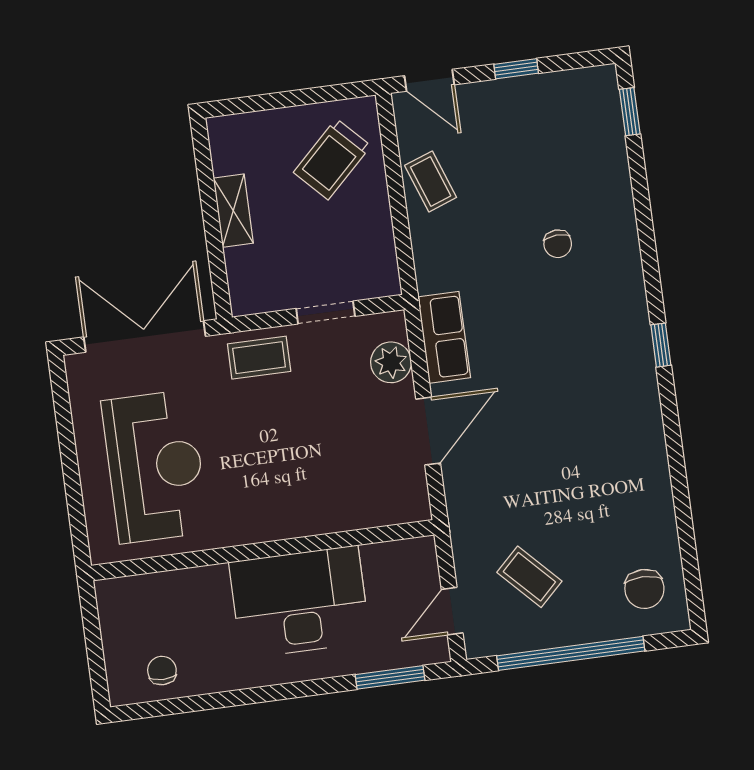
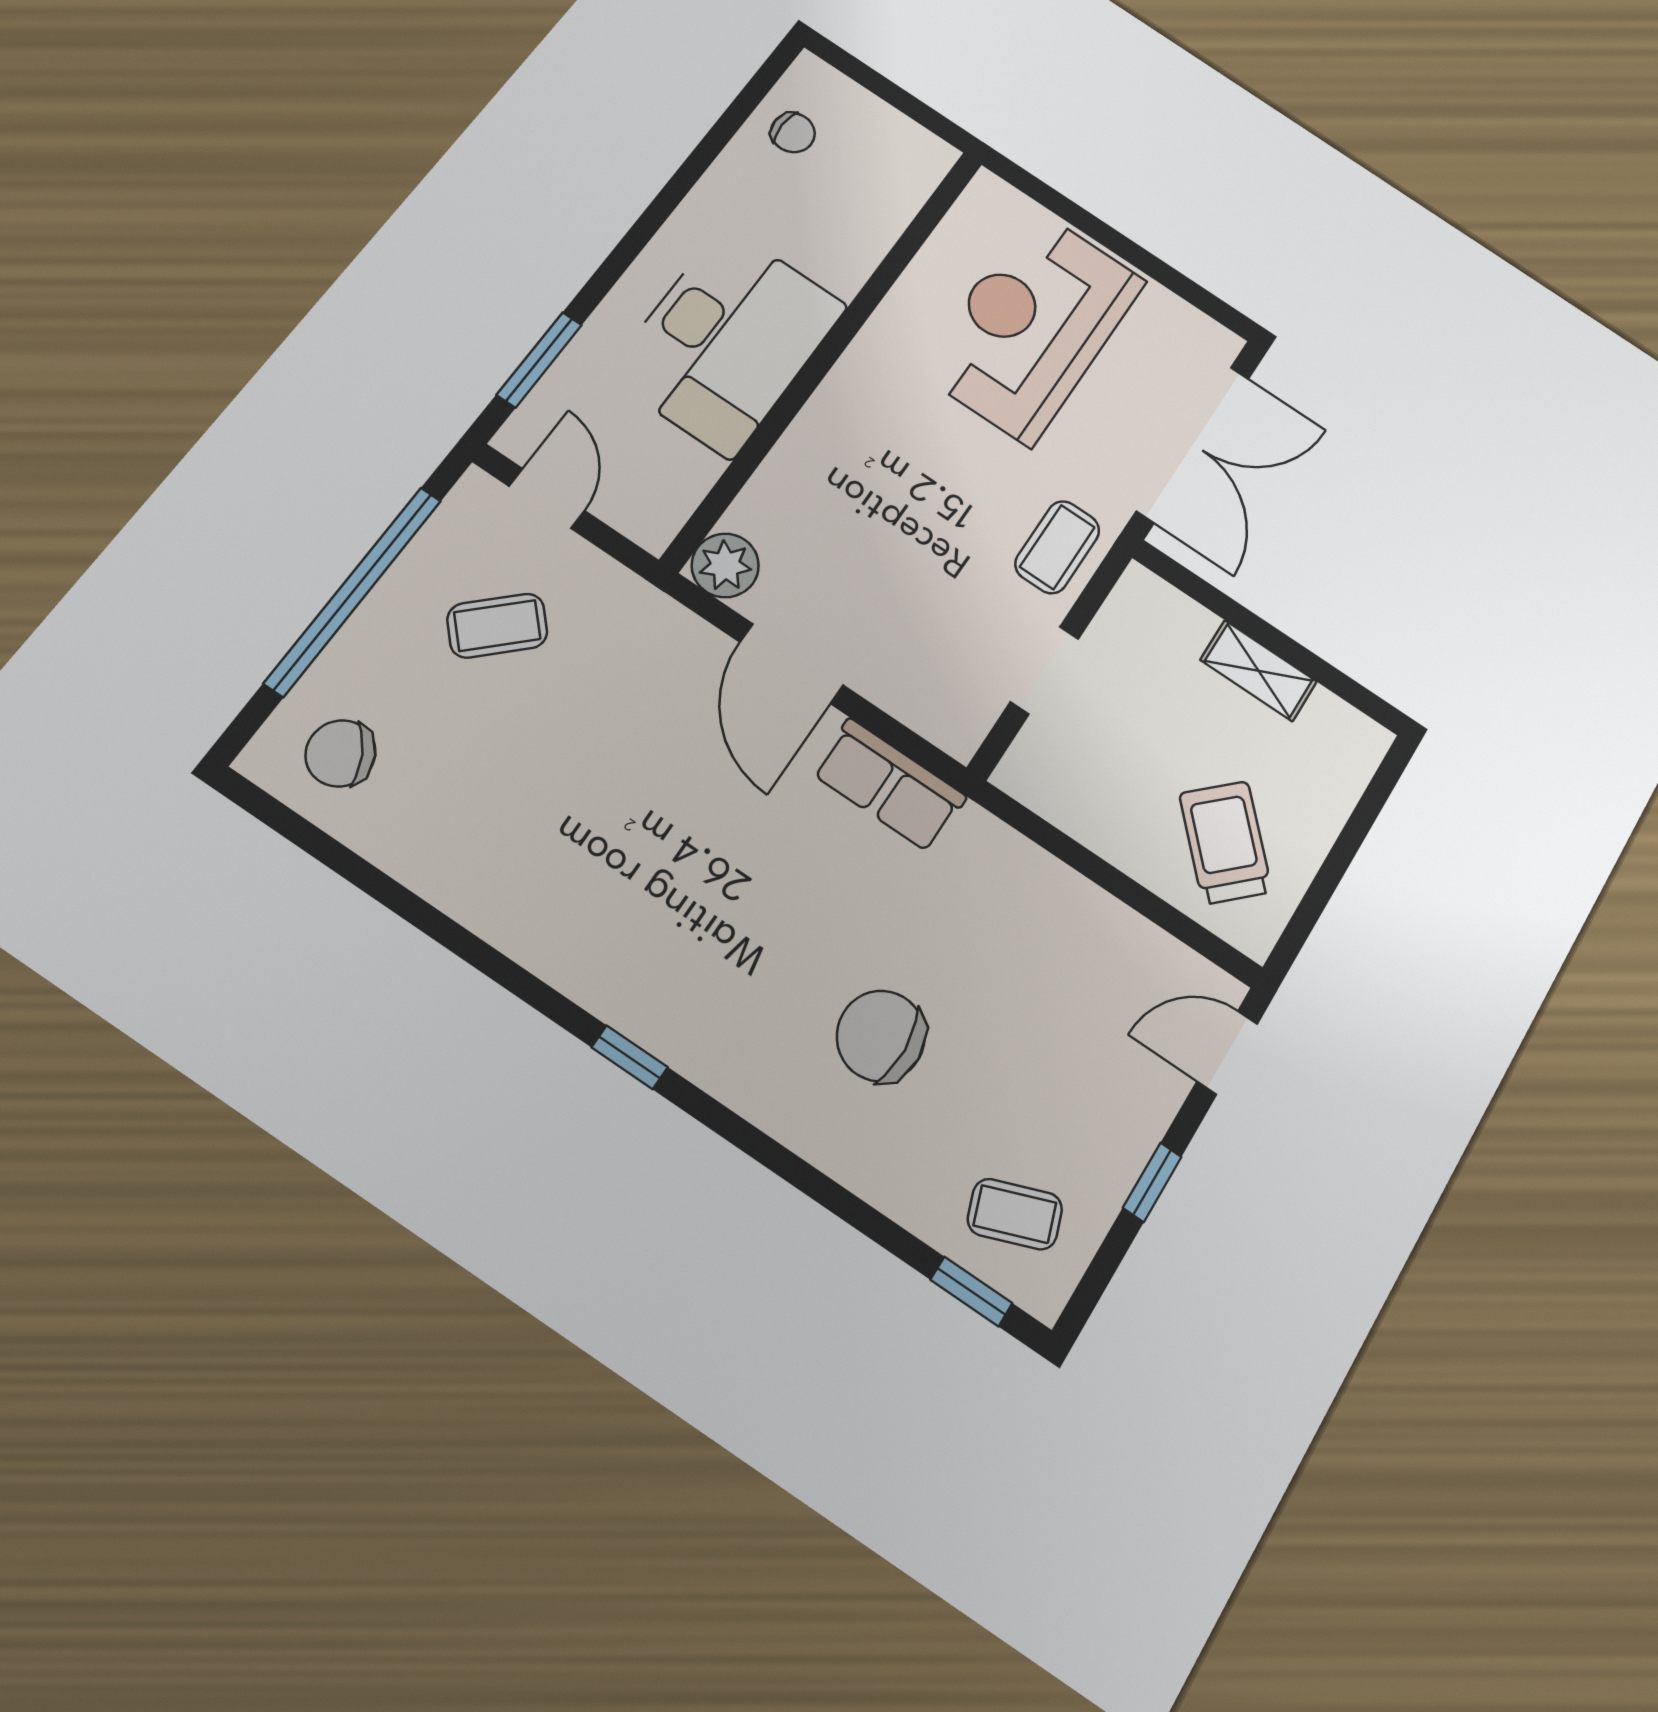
coffee table: (431, 181) -> (1015, 1214), moved
chair: (558, 244) -> (881, 1036), width x1.87, depth x1.87
plant: (391, 362) -> (725, 565), moved
reception desk: (155, 467) -> (1032, 326), turned 90
chair: (644, 589) -> (341, 753), turned -31

